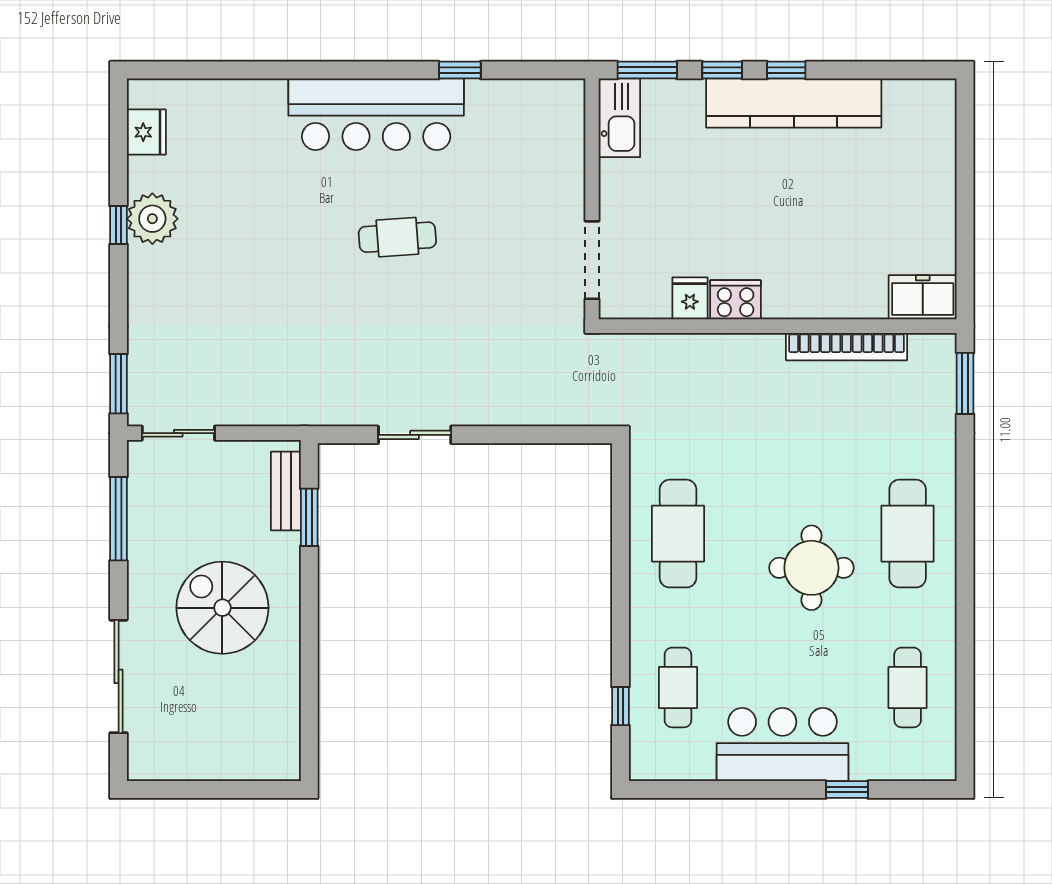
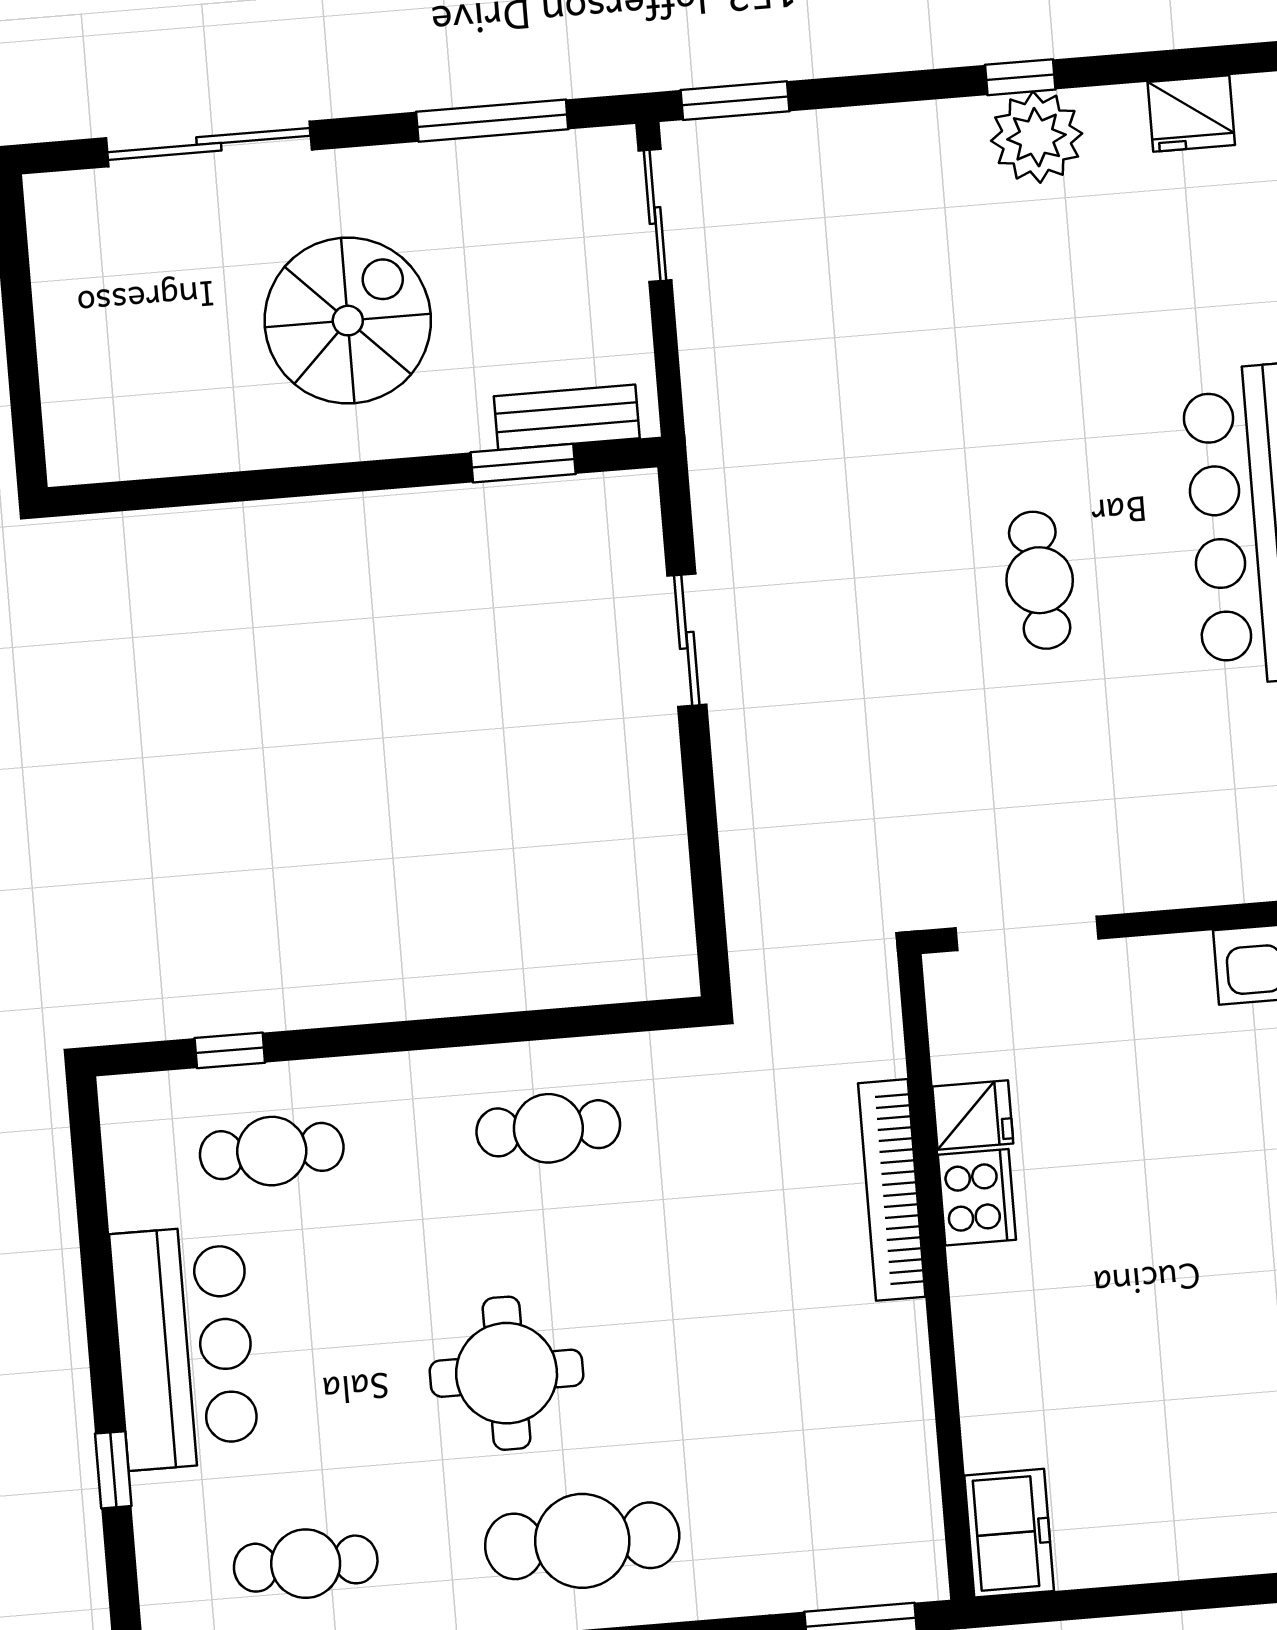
bookcase: (847, 347) -> (892, 1190), moved
cafe table: (678, 534) -> (548, 1128), width x0.73, depth x0.74

